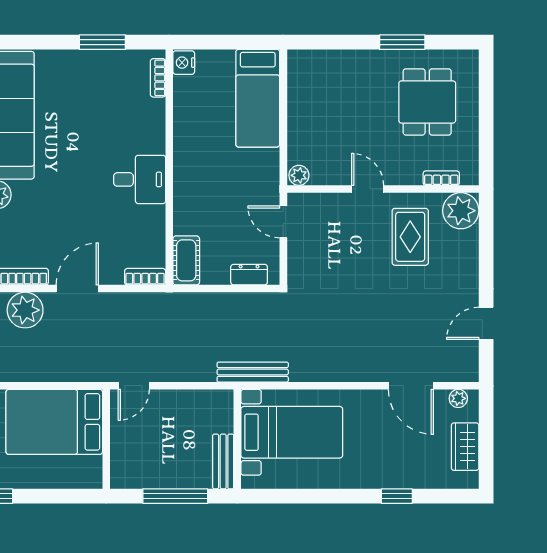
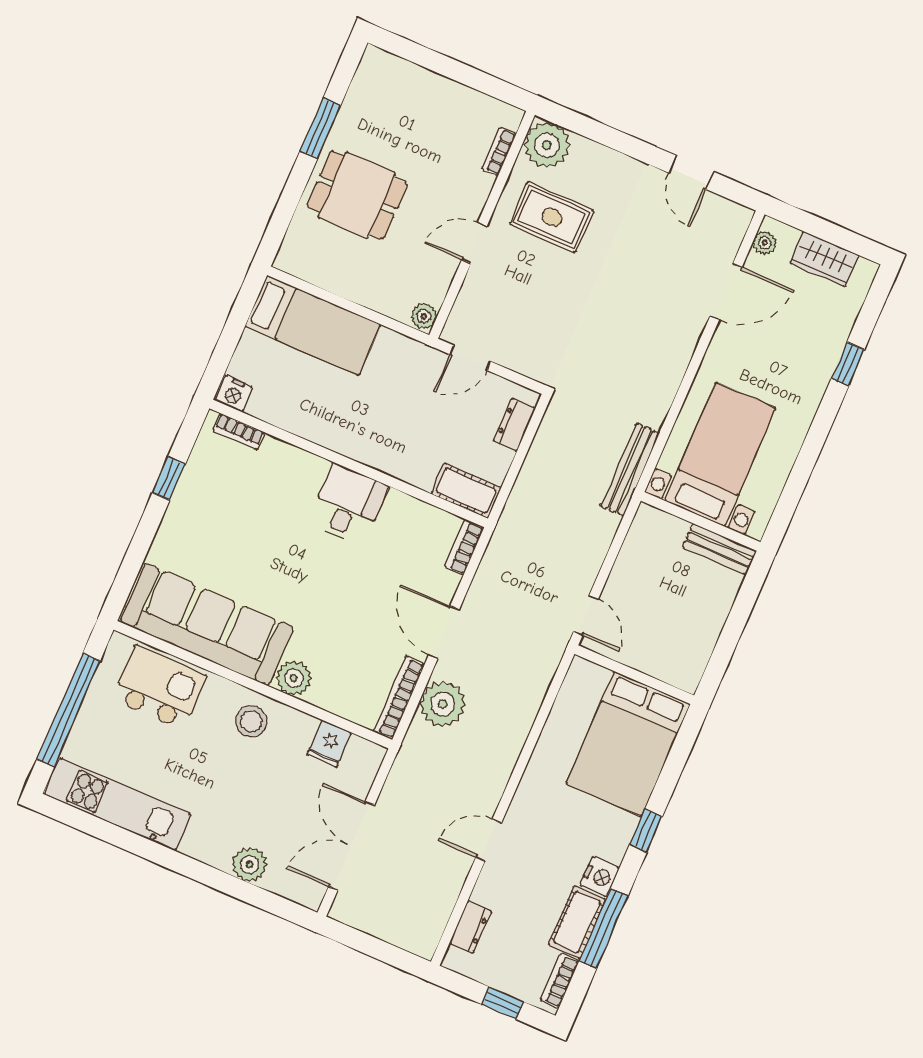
window: (102, 42) -> (169, 478), width x0.67
dining table: (427, 102) -> (357, 195), moved
bed: (54, 422) -> (628, 744), moved
window: (175, 496) -> (736, 623), removed

